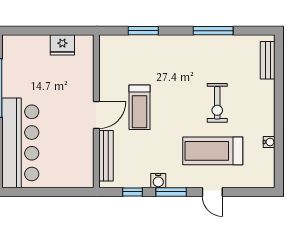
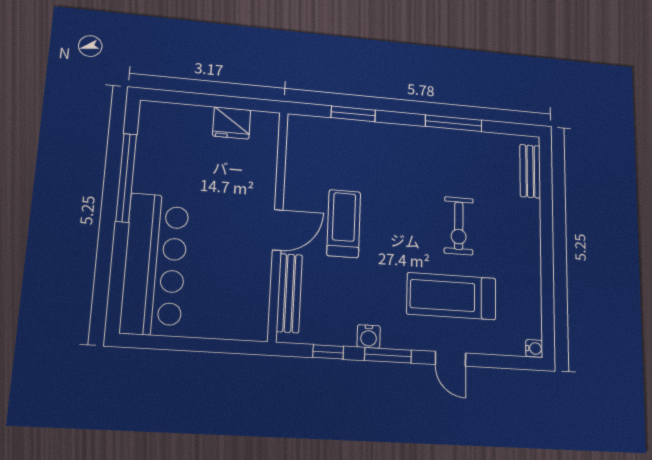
treadmill: (139, 107) -> (344, 224), turned 180
water cooler: (269, 142) -> (534, 348), moved

